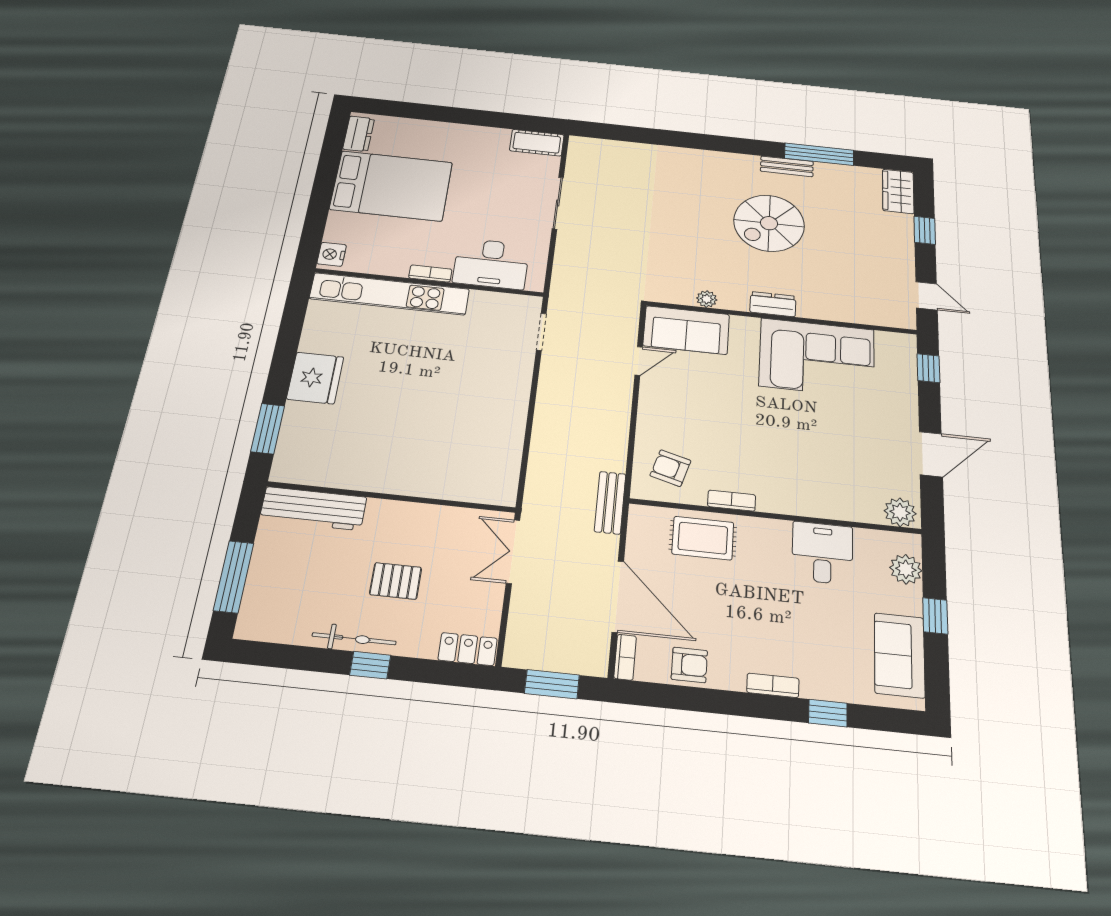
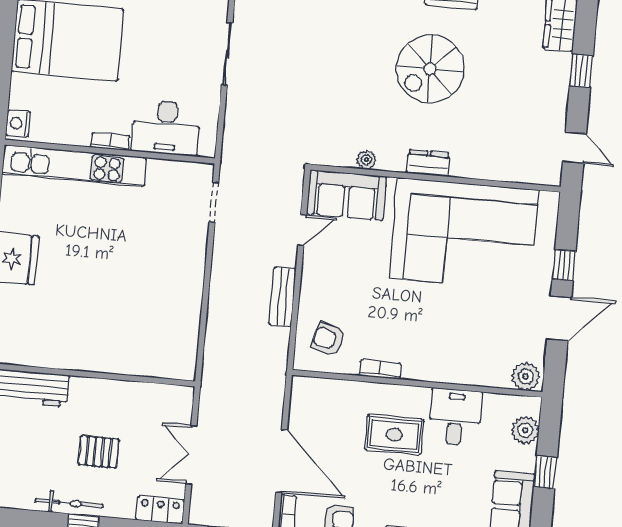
corner sofa: (817, 358) -> (464, 234), width x1.36, depth x1.36
window: (928, 368) -> (564, 265), moved
bench: (610, 503) -> (283, 297), moved
rug: (703, 538) -> (394, 435), moved
double door: (513, 552) -> (191, 455), moved

